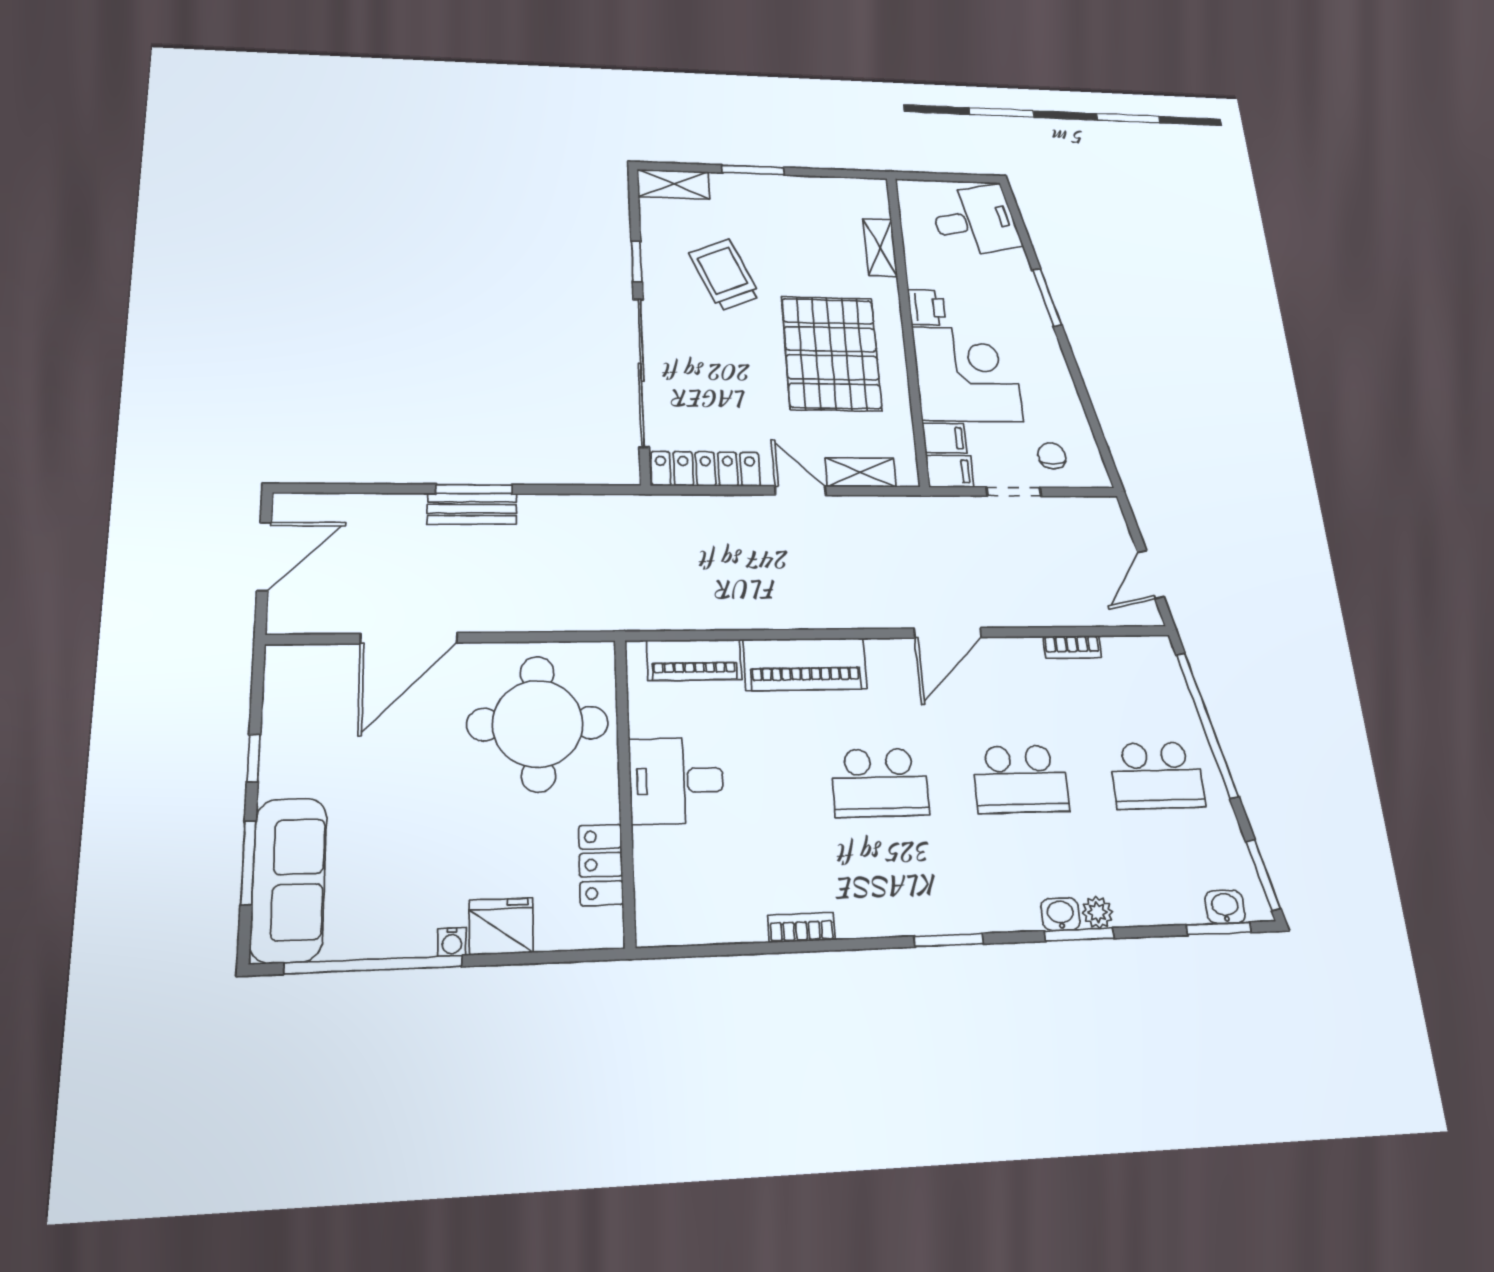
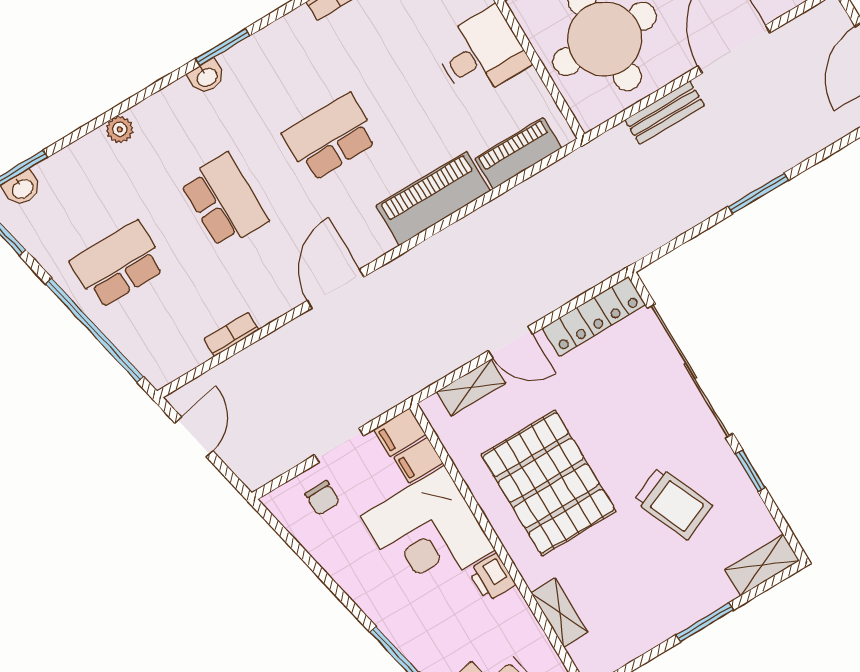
bench: (472, 509) -> (665, 113), moved
school desk: (1020, 779) -> (224, 201), turned 90
washbasin: (1061, 914) -> (207, 77), moved
window: (1079, 935) -> (126, 105), removed

